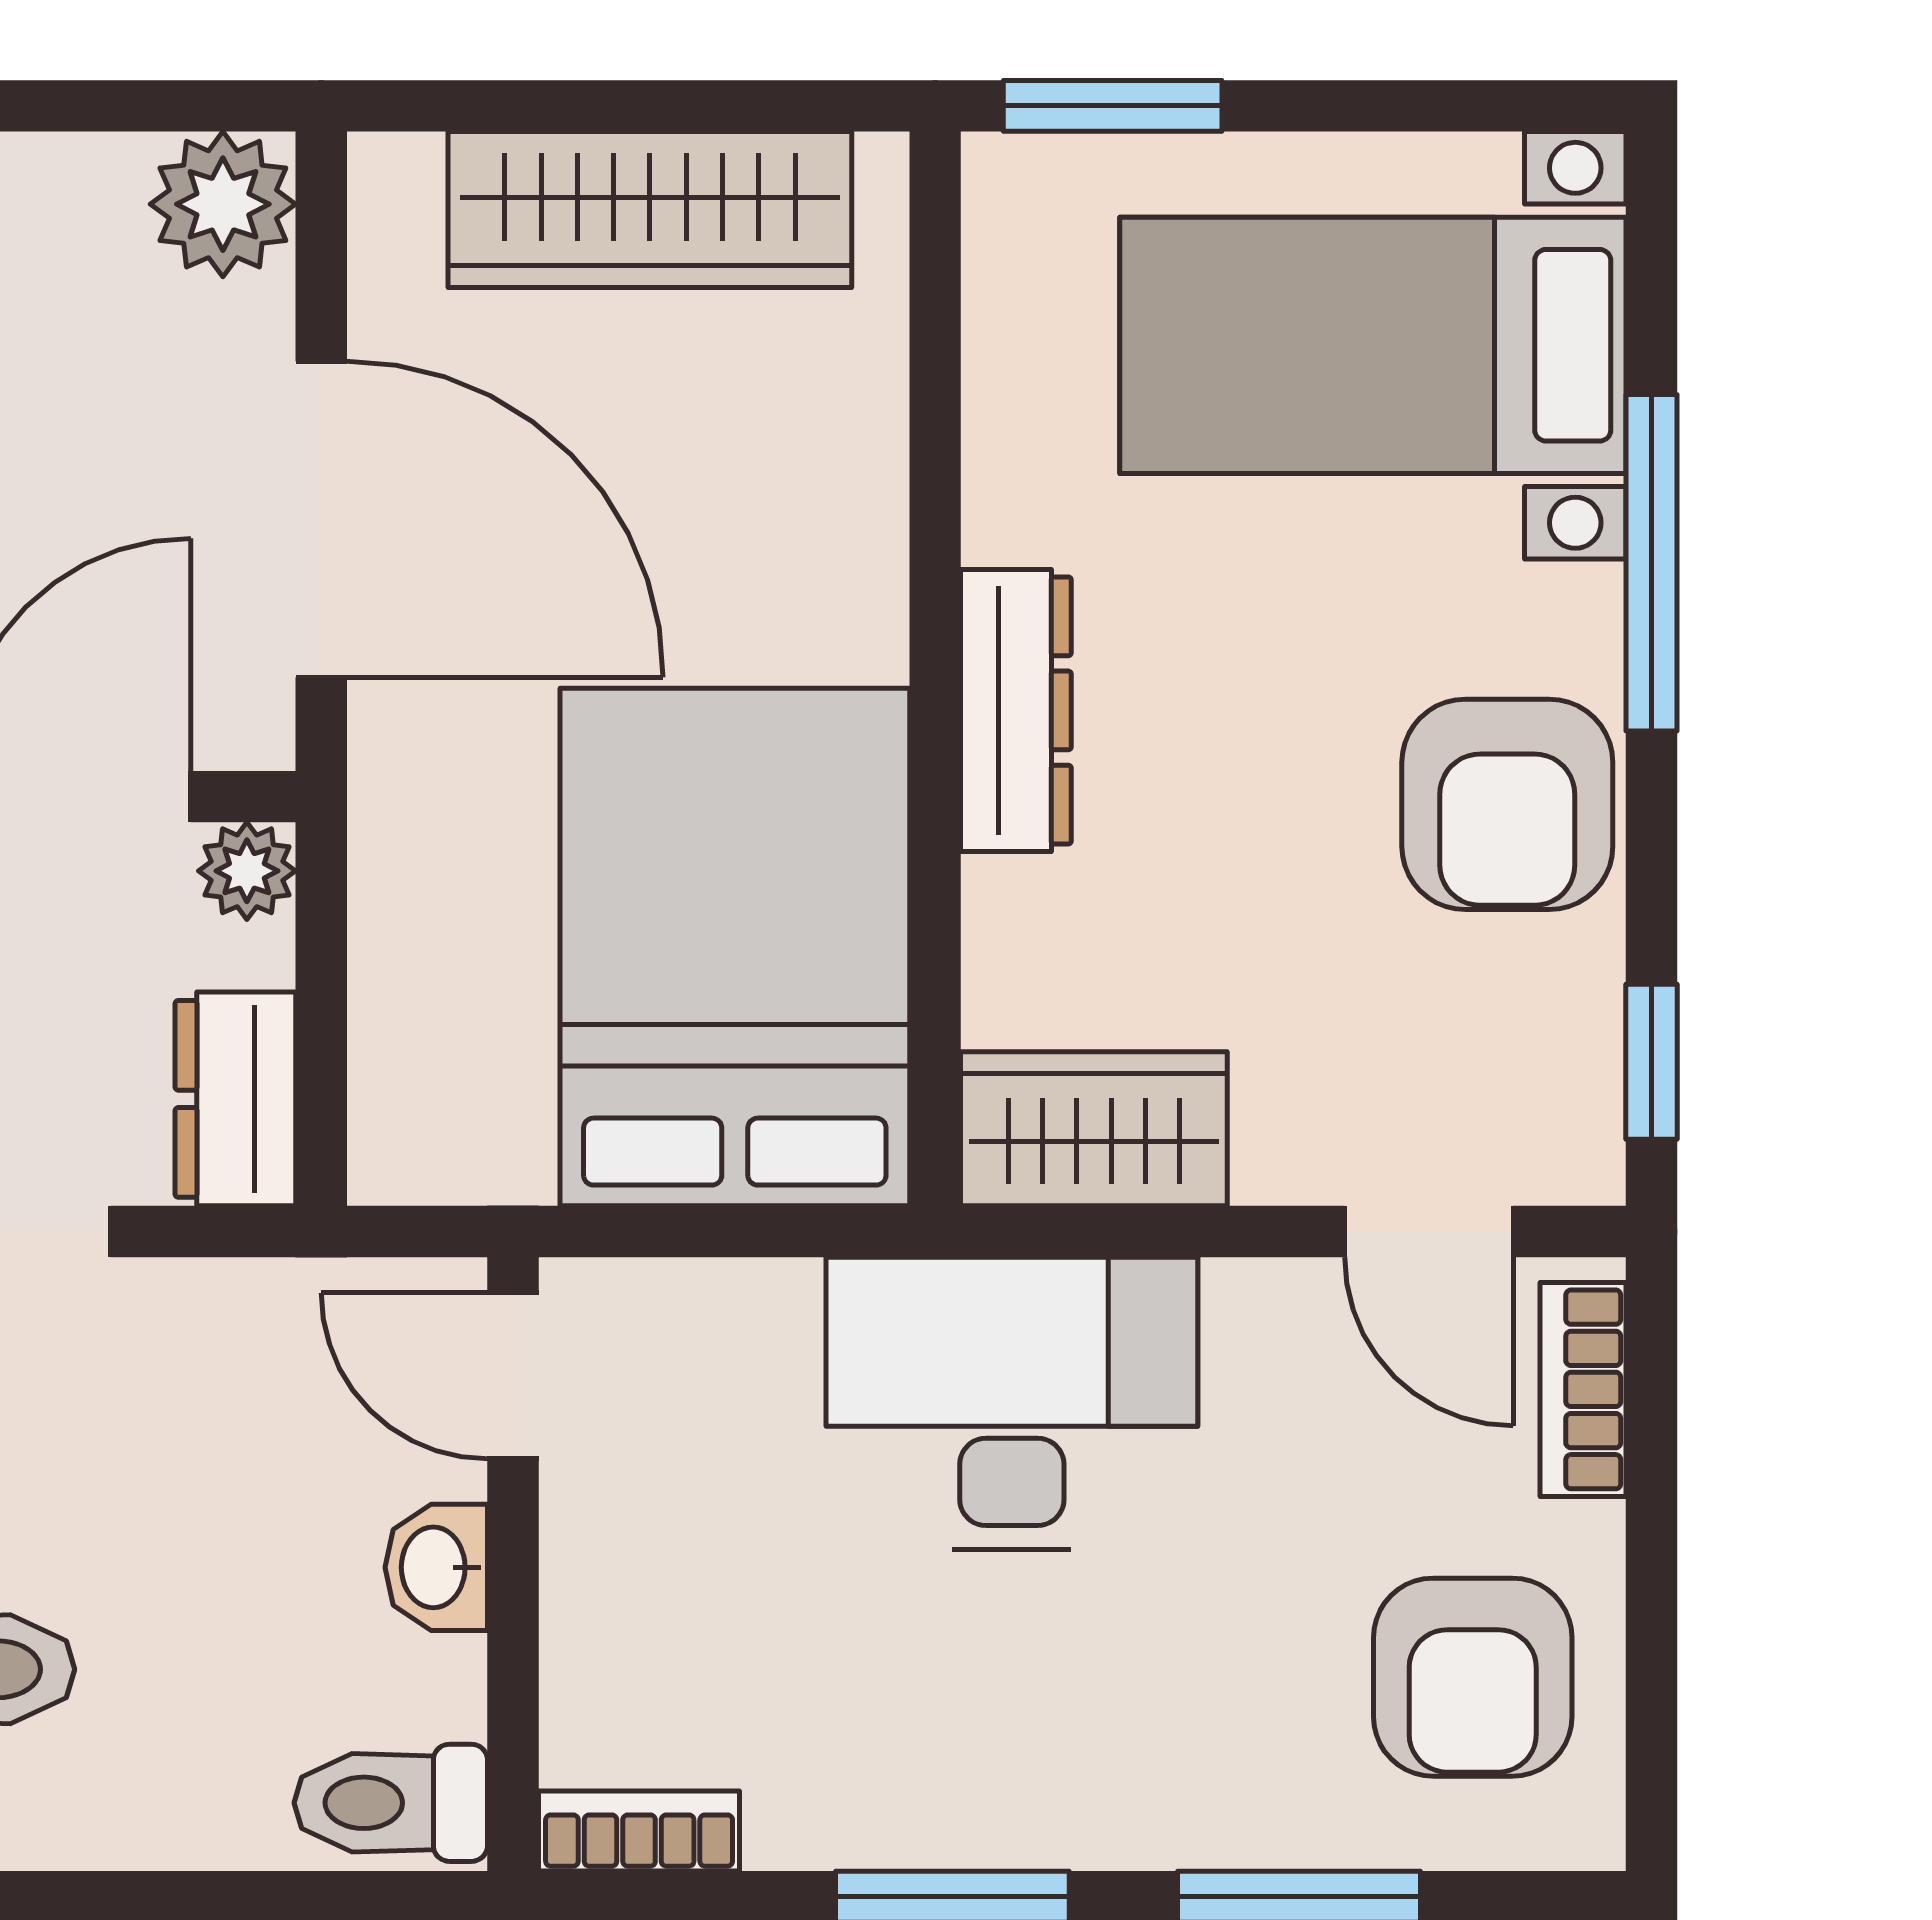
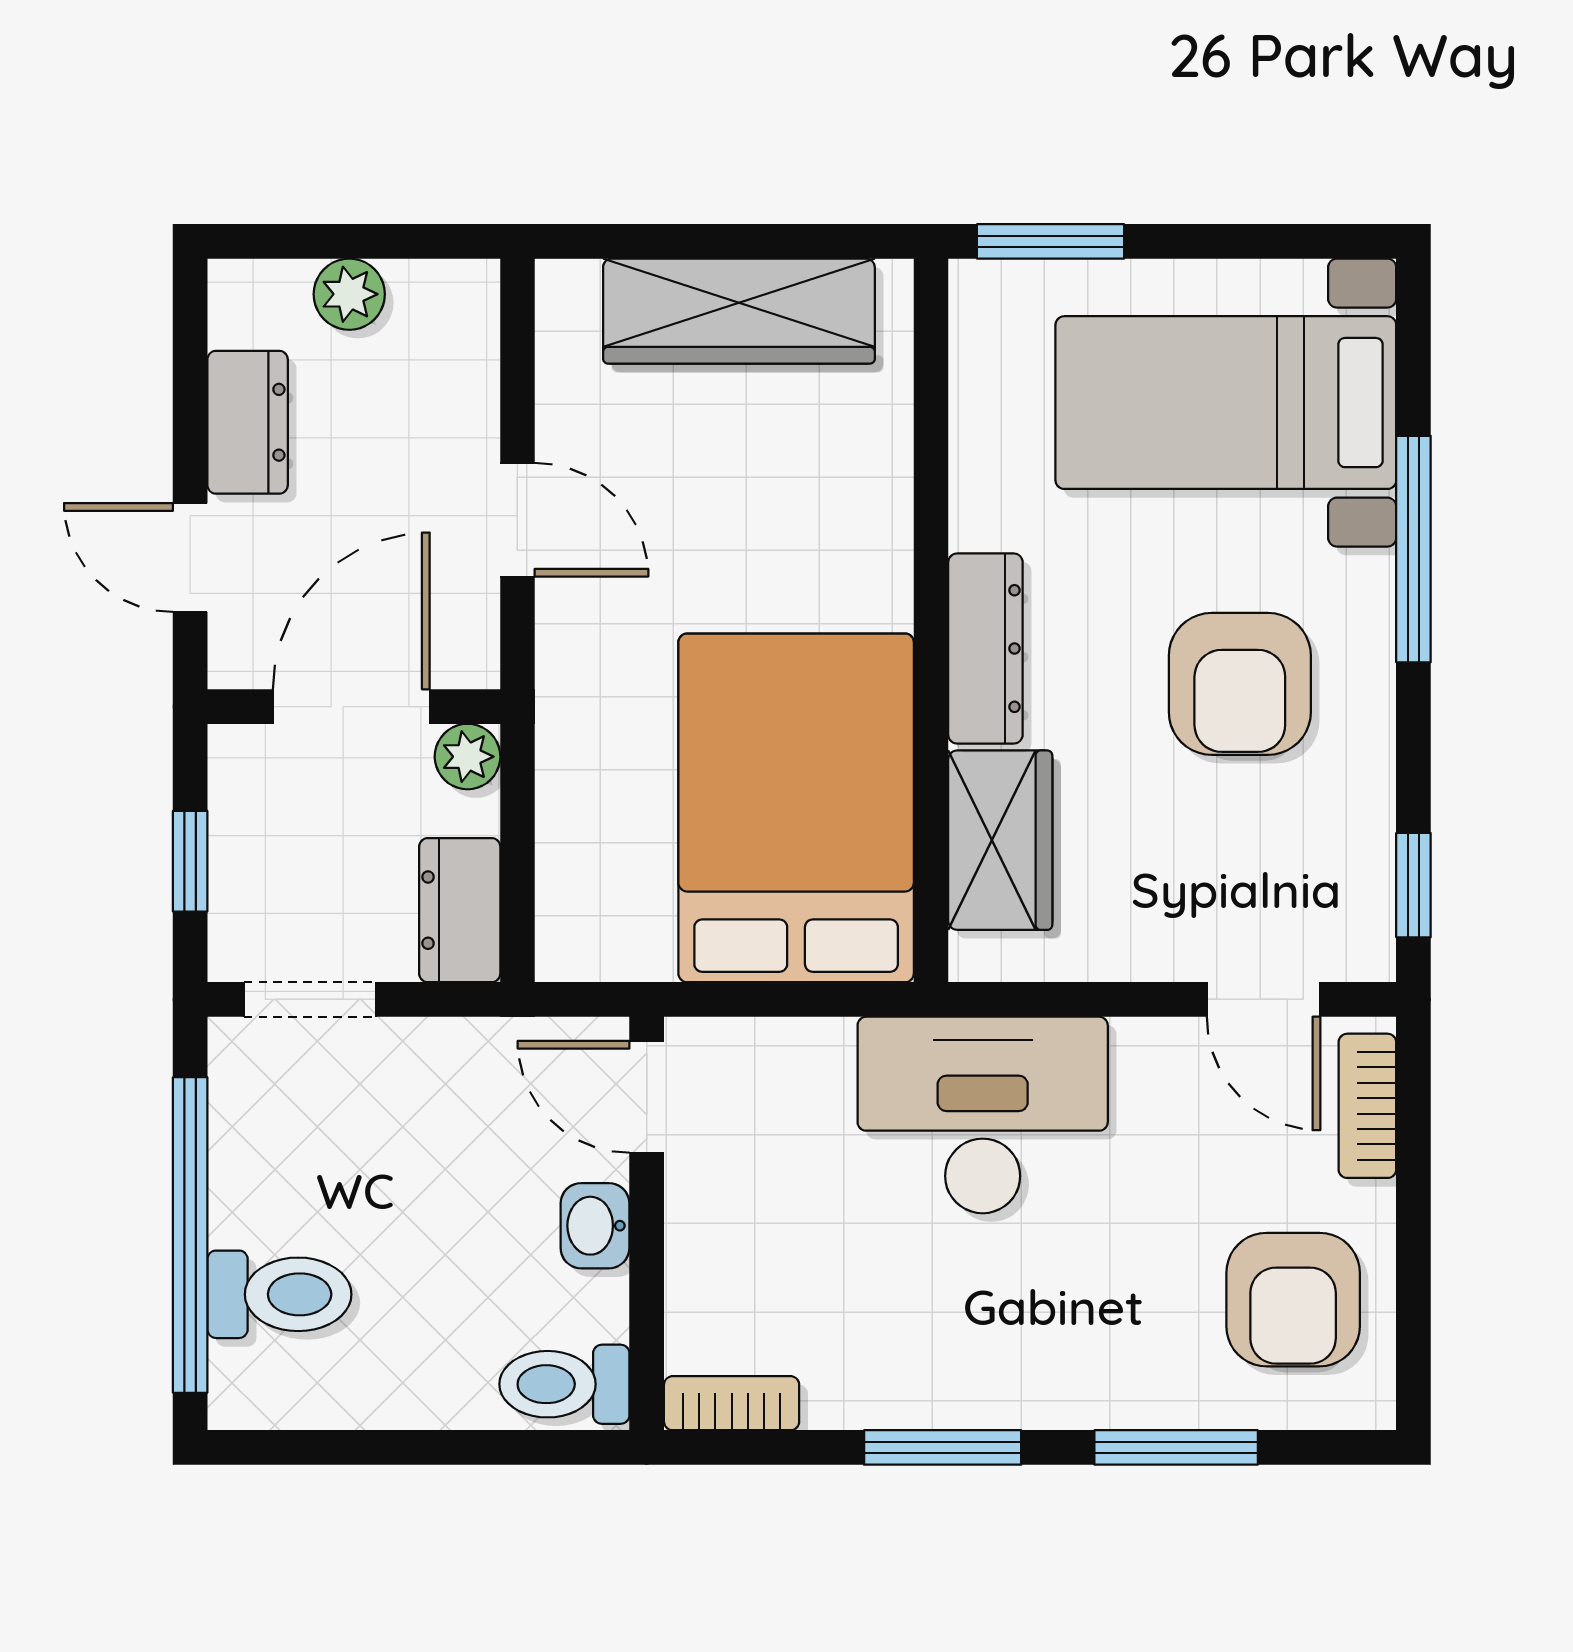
plant: (223, 204) -> (349, 294), moved, width x0.73, depth x0.73
door: (321, 519) -> (517, 520), width x0.53
armchair: (1507, 804) -> (1240, 684), moved
wardrobe: (1094, 1129) -> (1000, 840), moved, turned 90

